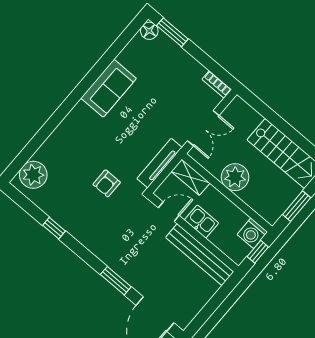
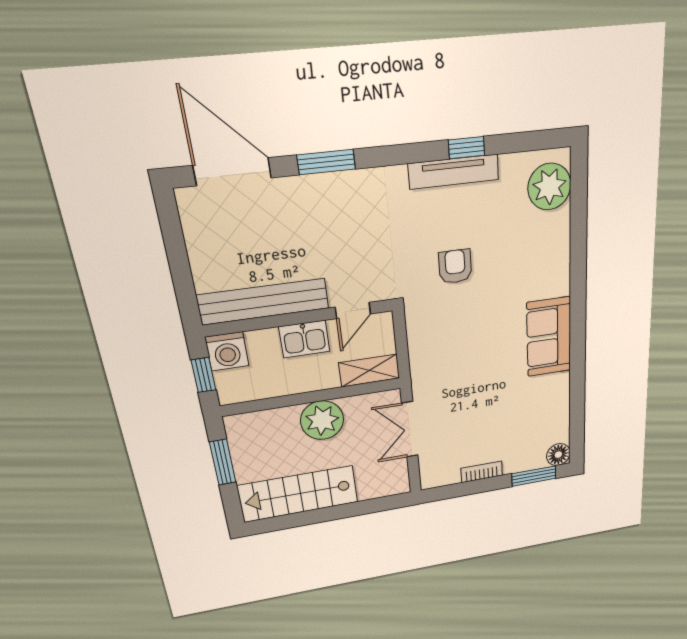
bookcase: (217, 84) -> (482, 472), moved
sofa: (109, 88) -> (549, 337), moved
tv unit: (159, 163) -> (454, 172), moved, turned 90
washing machine: (252, 233) -> (227, 351), moved, turned 180

